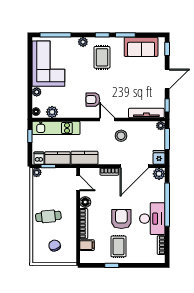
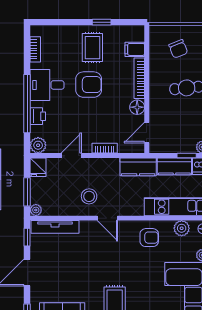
armchair: (93, 100) -> (149, 238), moved
door: (134, 166) -> (71, 156), width x0.53
door: (78, 183) -> (147, 133), hinge flipped
printer: (159, 195) -> (38, 116), added
armchair: (121, 219) -> (89, 85), turned -90
desk: (152, 219) -> (47, 85), width x0.73

